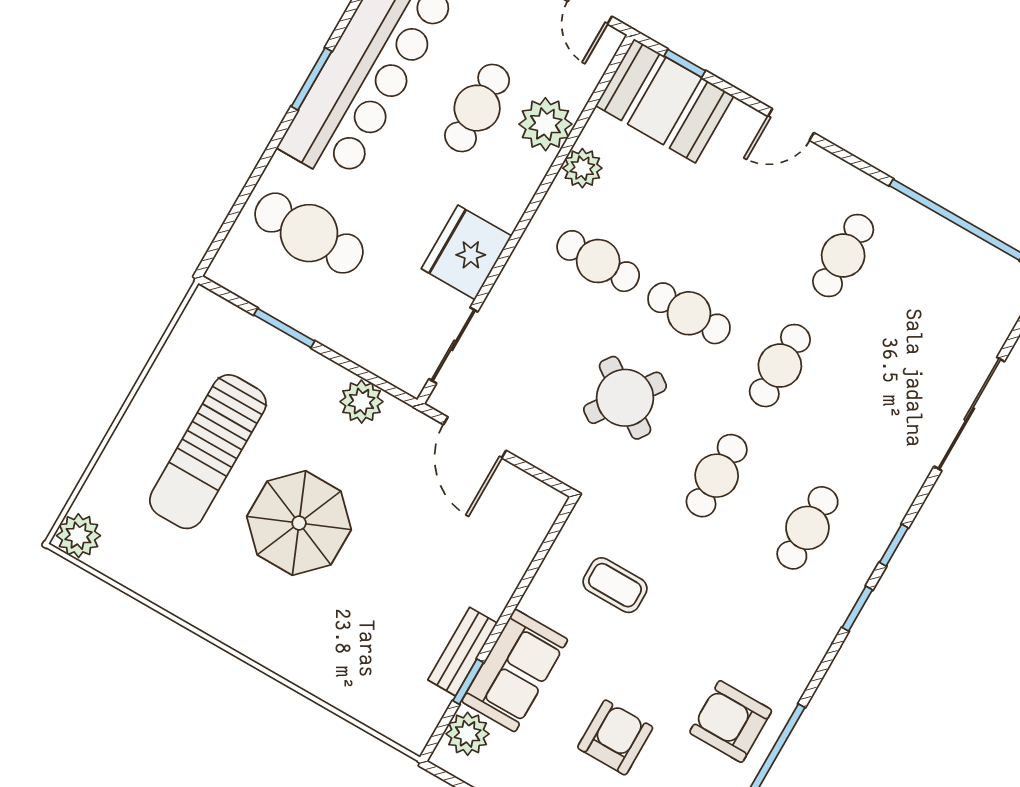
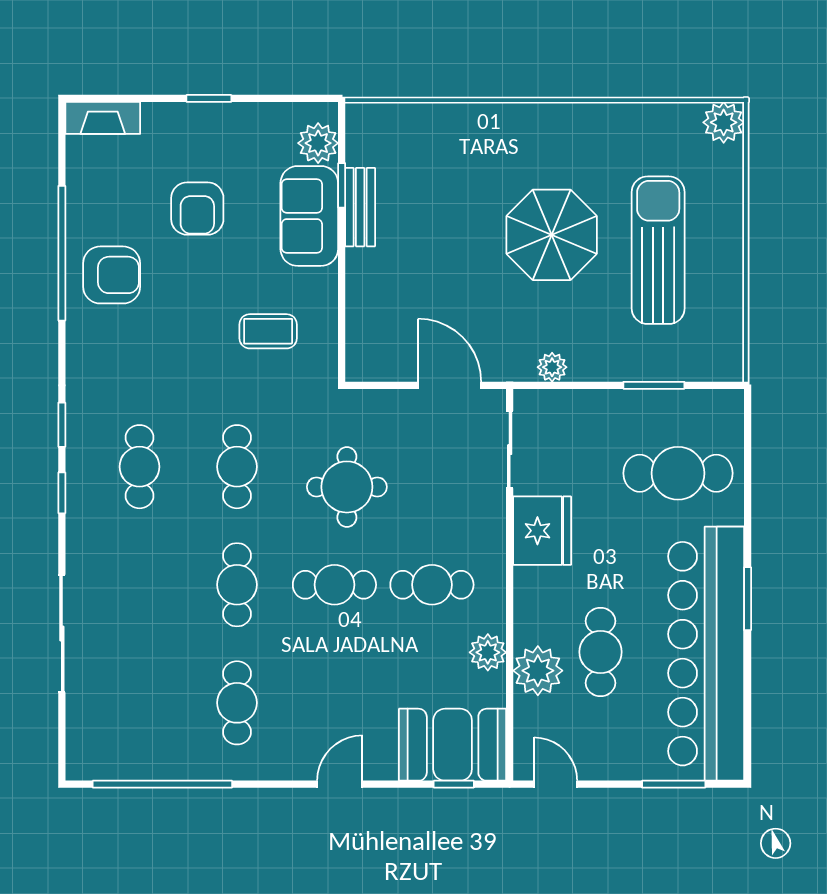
round table: (625, 398) -> (347, 487), turned -35
plant: (361, 402) -> (552, 367), width x0.73, depth x0.73

